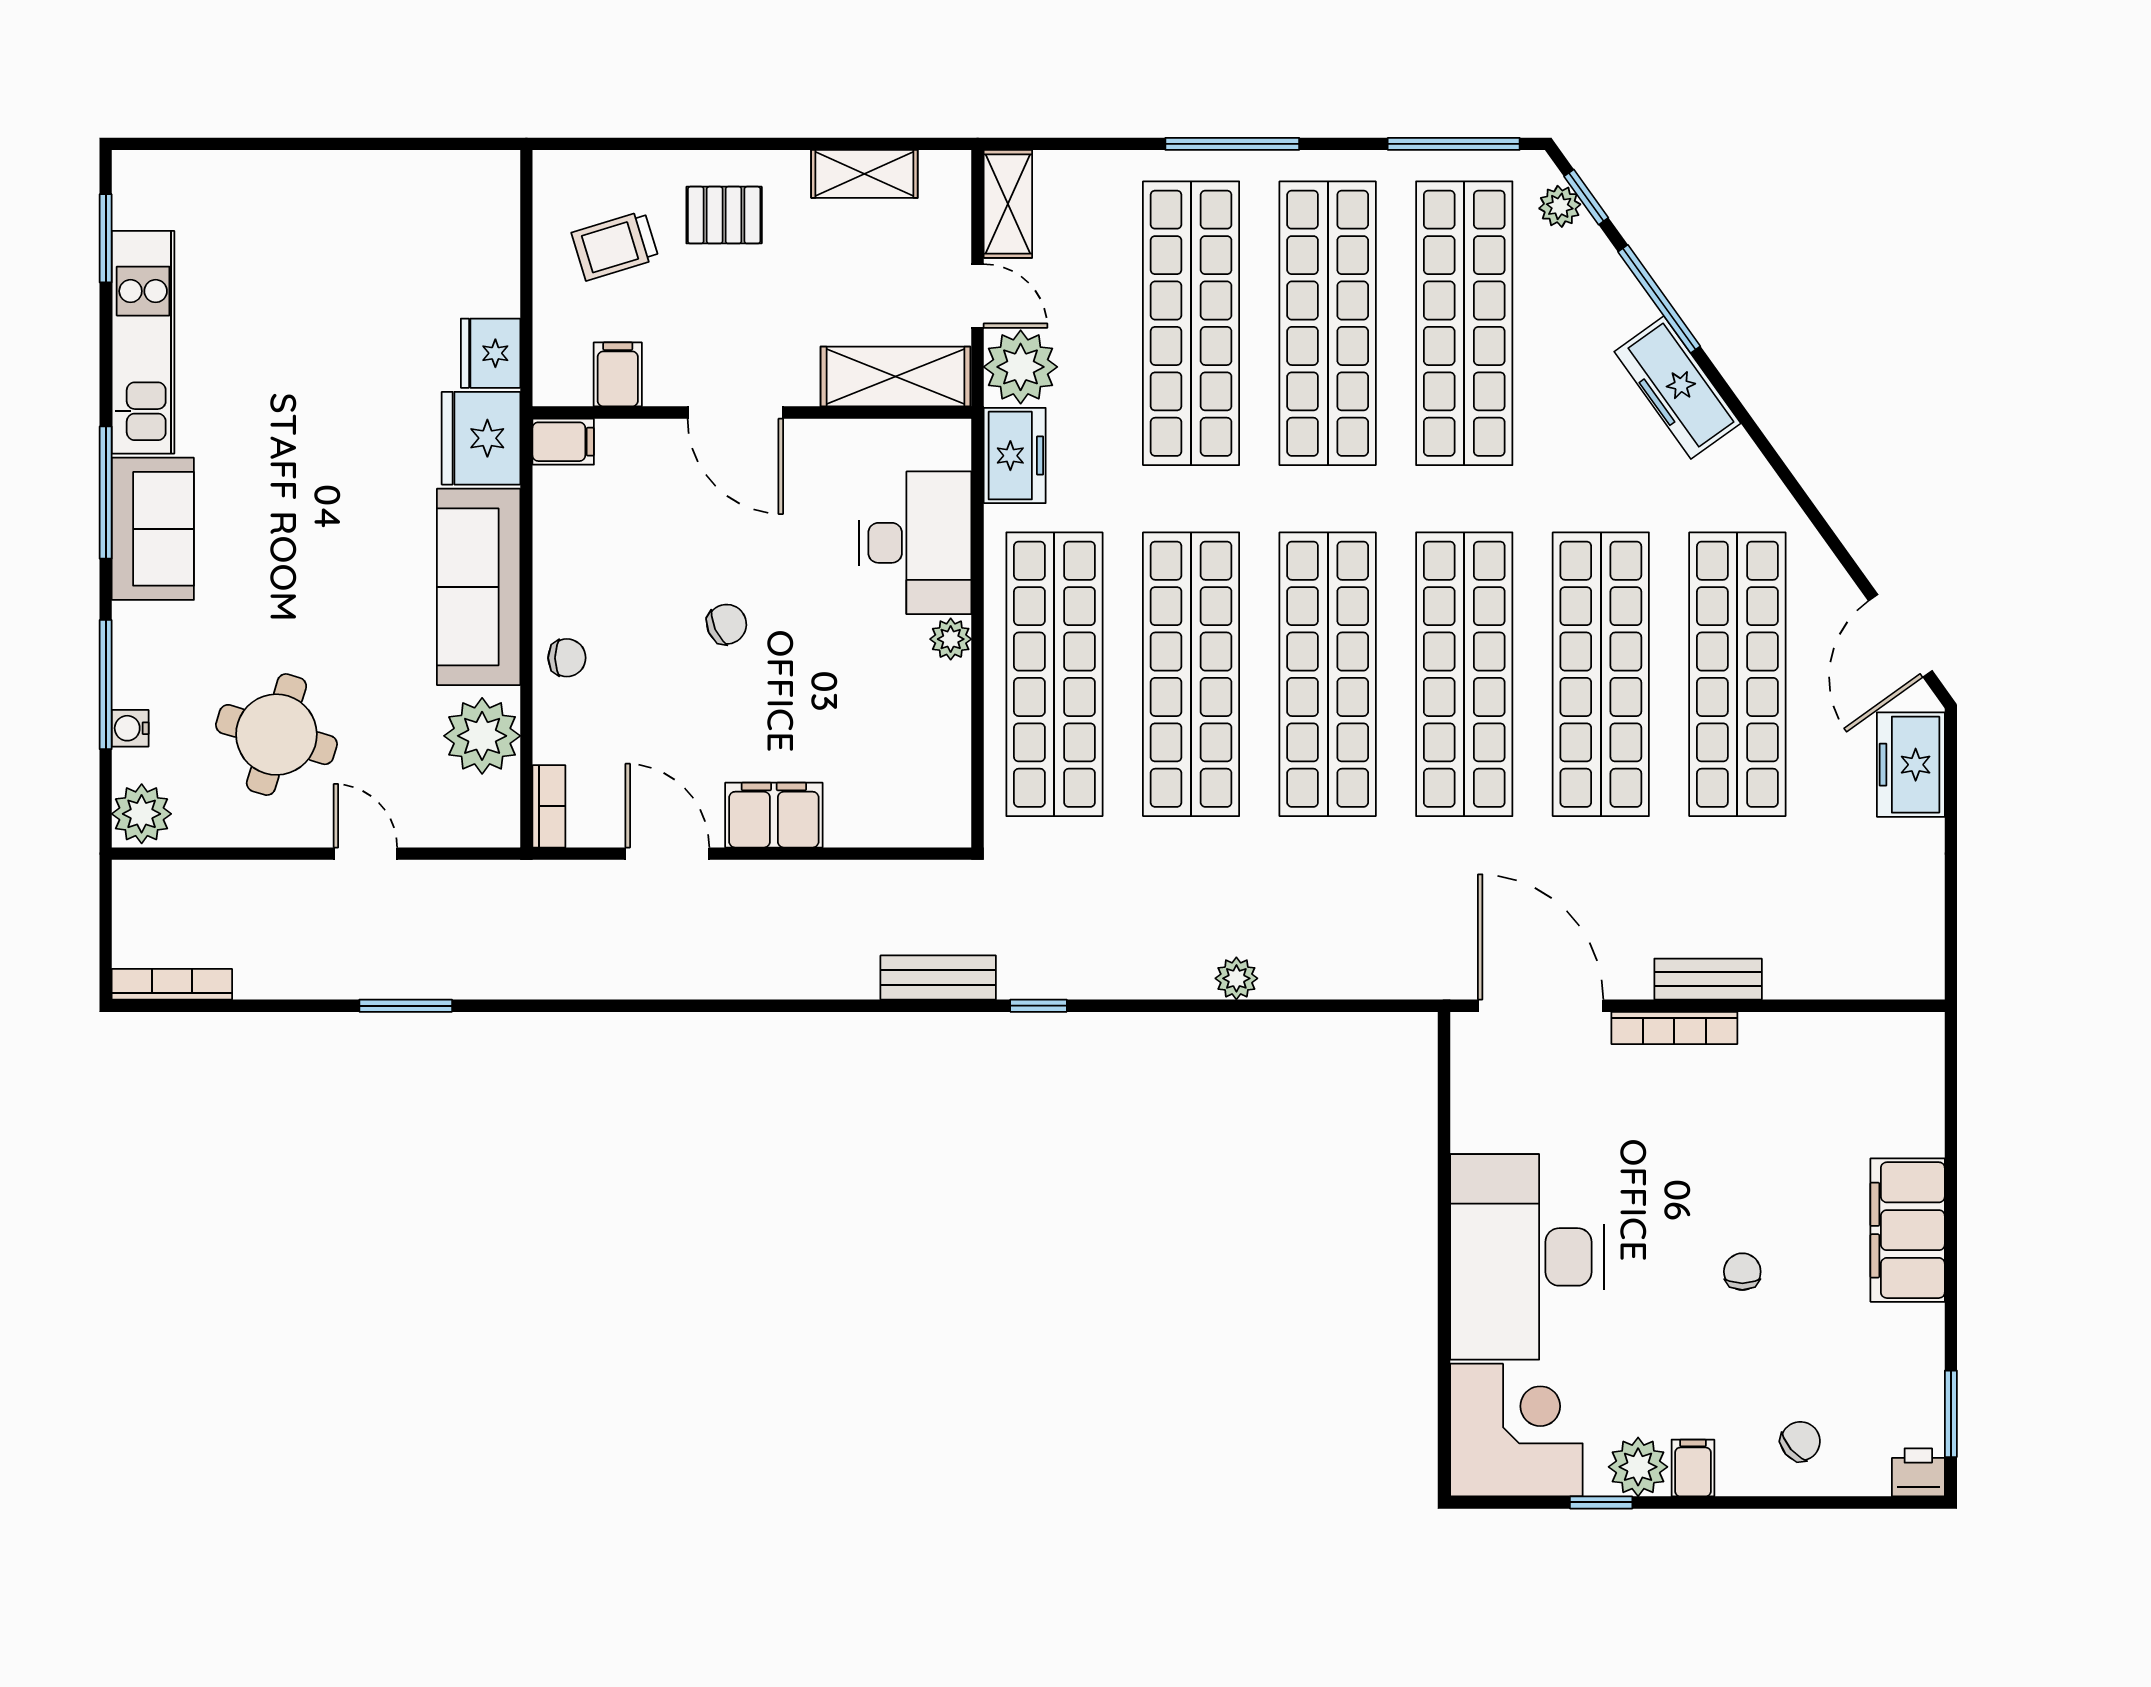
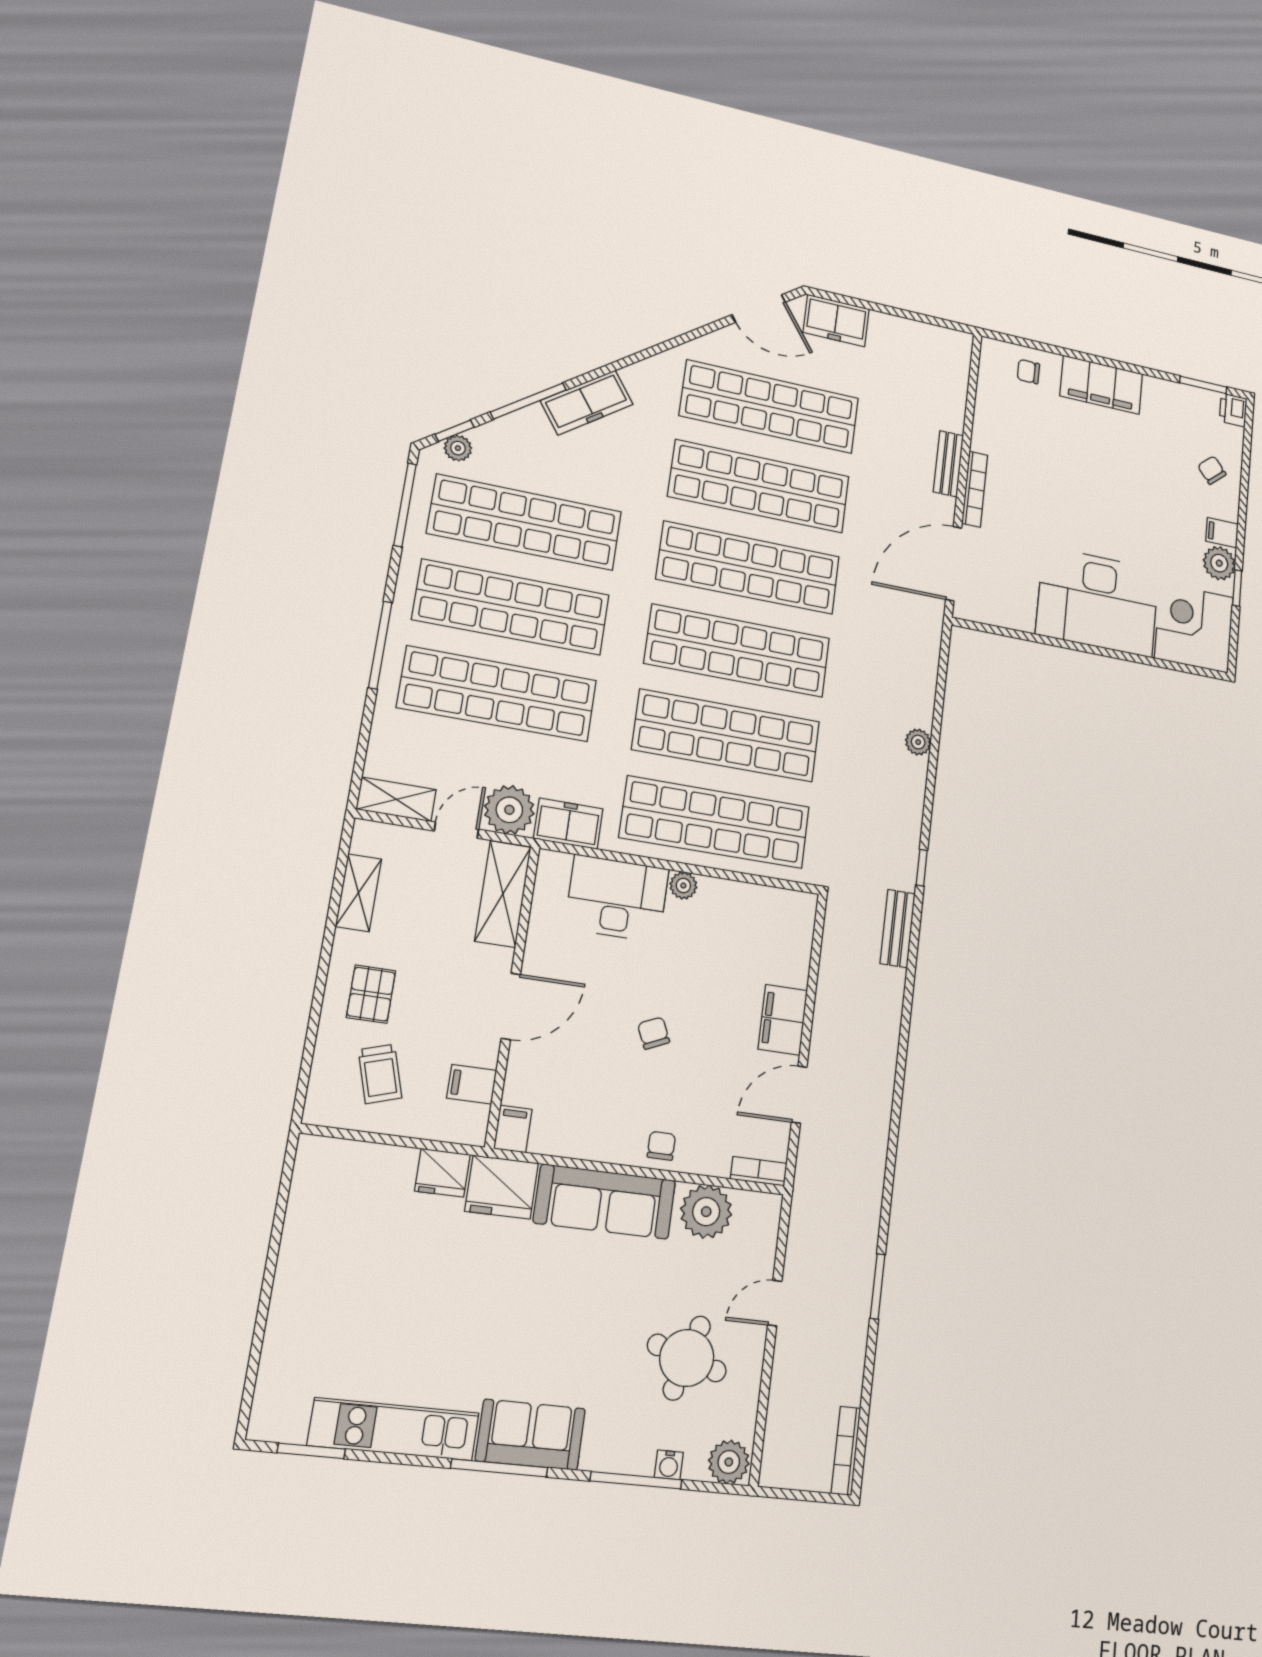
chair: (1742, 1272) -> (1028, 372), moved

